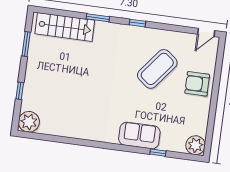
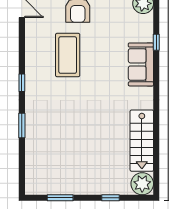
stairs: (65, 27) -> (142, 141), moved, turned 180
coffee table: (157, 69) -> (68, 55), turned 52

